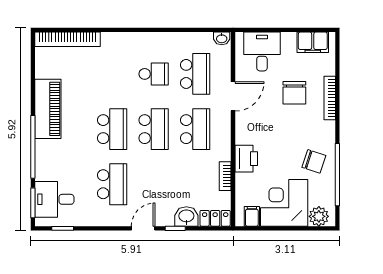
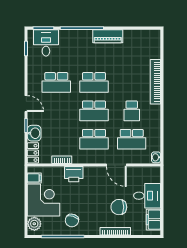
bookcase: (68, 39) -> (155, 82), moved
desk: (262, 51) -> (147, 196), moved
piano: (48, 109) -> (108, 36), width x0.73, depth x0.75

